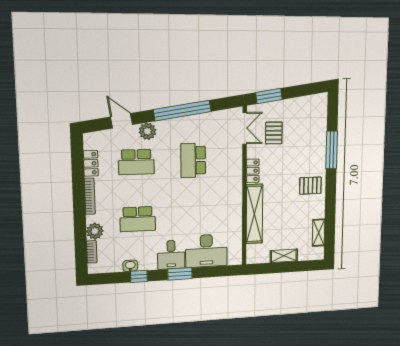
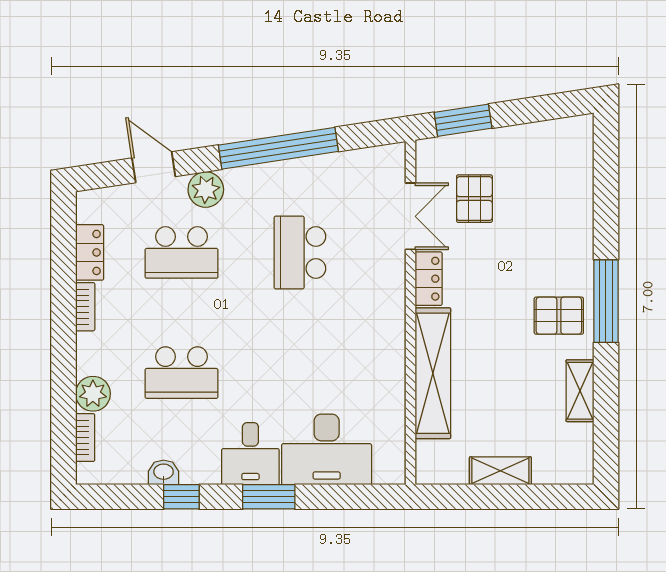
double door: (245, 128) -> (410, 216), moved
window: (332, 150) -> (606, 301), moved
bookcase: (90, 196) -> (85, 307), width x0.64
shelving: (319, 233) -> (580, 391), moved

